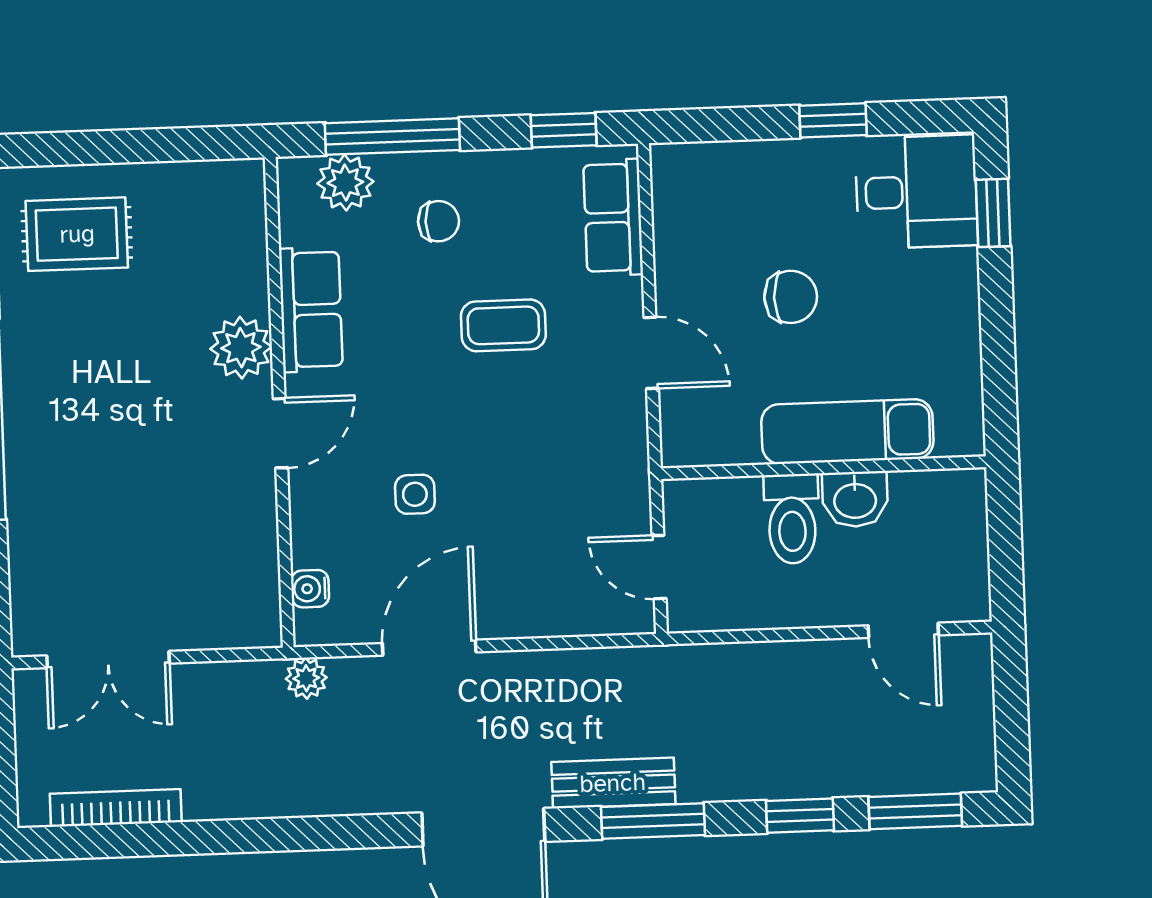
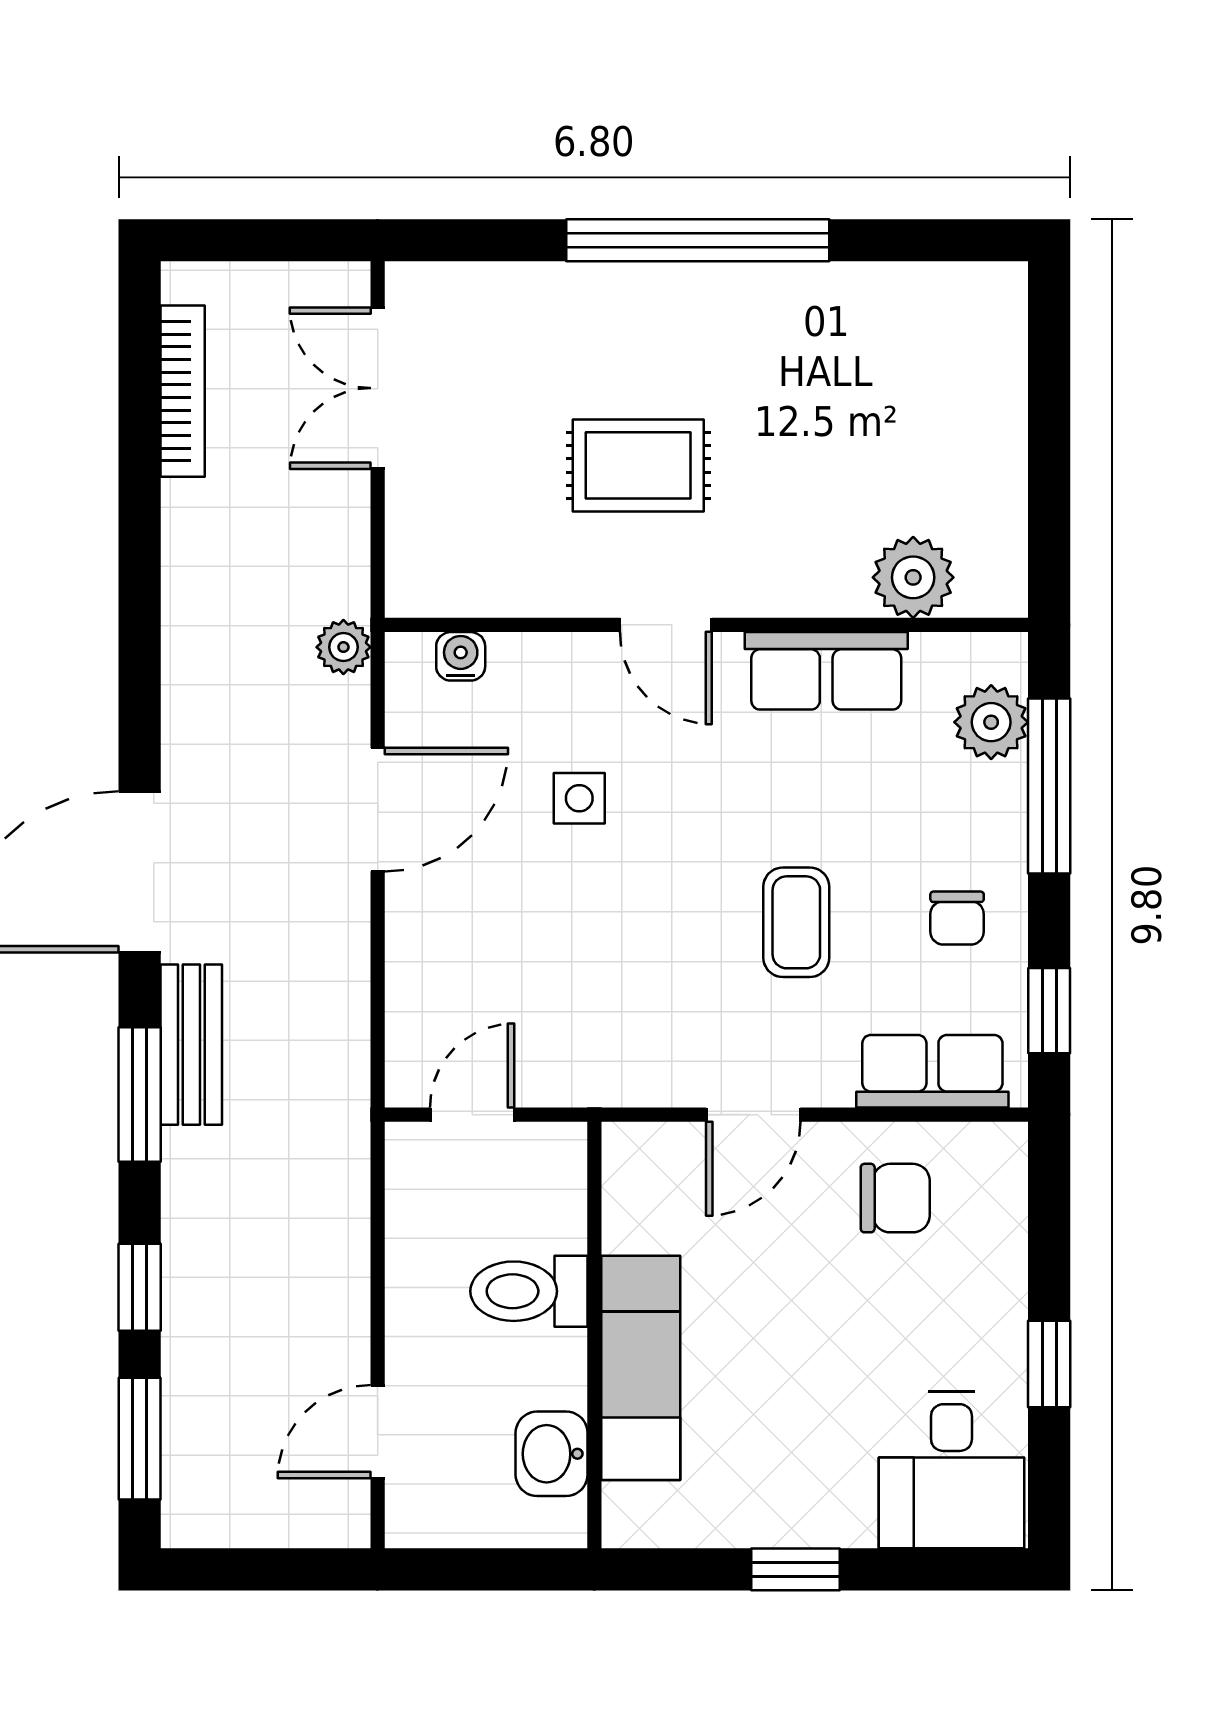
window: (993, 213) -> (795, 1569), moved
chair: (438, 221) -> (957, 918), moved
rug: (77, 234) -> (638, 465), moved, turned 90
chair: (791, 297) -> (895, 1198), moved, turned -90
plant: (241, 348) -> (913, 577), moved
washbasin: (855, 499) -> (552, 1454), moved
door: (429, 648) -> (378, 810), hinge flipped

